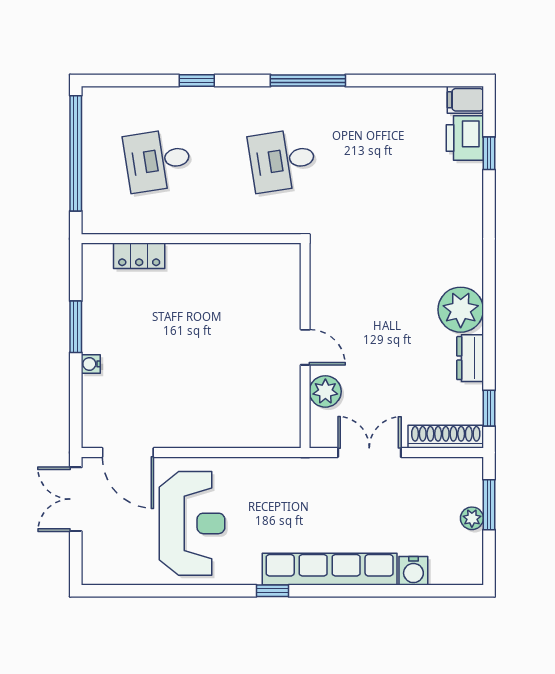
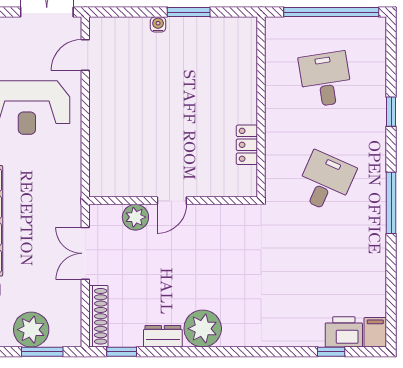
desk: (282, 160) -> (325, 182), turned 33
locker: (139, 256) -> (247, 145), moved
door: (128, 452) -> (85, 55), width x0.73
double door: (369, 452) -> (85, 253), swing flipped
plant: (472, 518) -> (31, 330), width x1.87, depth x1.87

